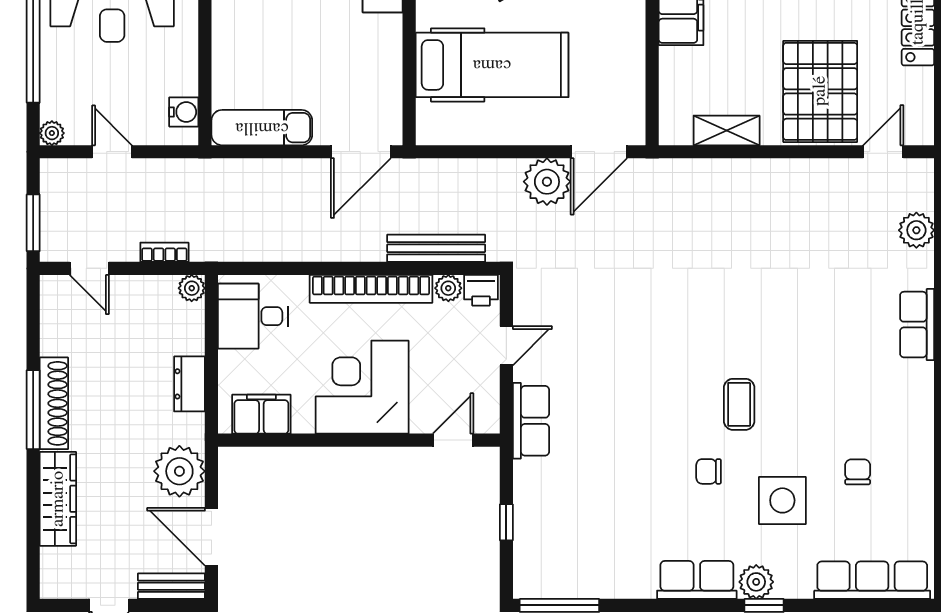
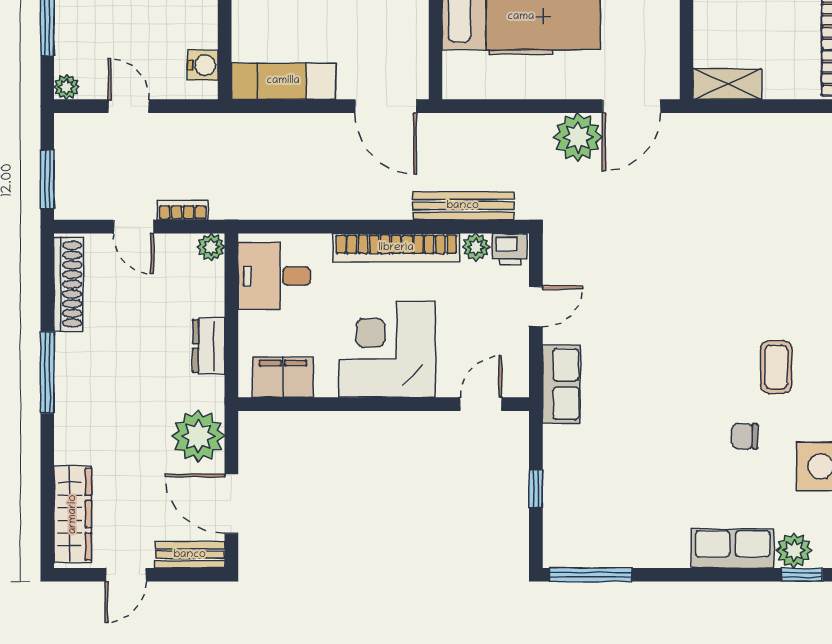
shelving: (727, 130) -> (727, 84), moved
door: (361, 152) -> (386, 106), hinge flipped
door: (89, 268) -> (133, 227), moved
shoe rack: (54, 403) -> (69, 284), moved
wardrobe: (58, 499) -> (73, 514), moved

